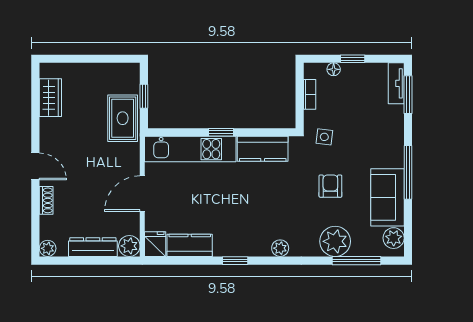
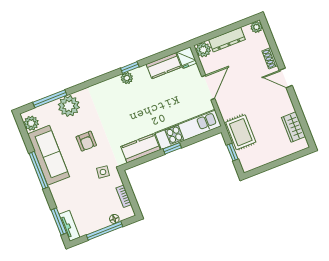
window: (353, 59) -> (104, 231), width x2.17
sofa: (387, 197) -> (48, 155), width x1.36
plant: (280, 248) -> (127, 78), moved

